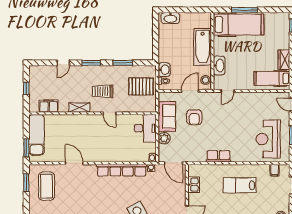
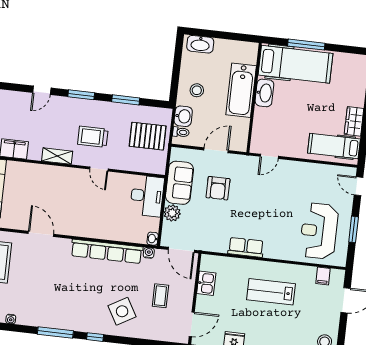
washbasin: (219, 66) -> (264, 93), moved
stool: (205, 80) -> (197, 90), moved
coffee table: (163, 197) -> (160, 296), added

